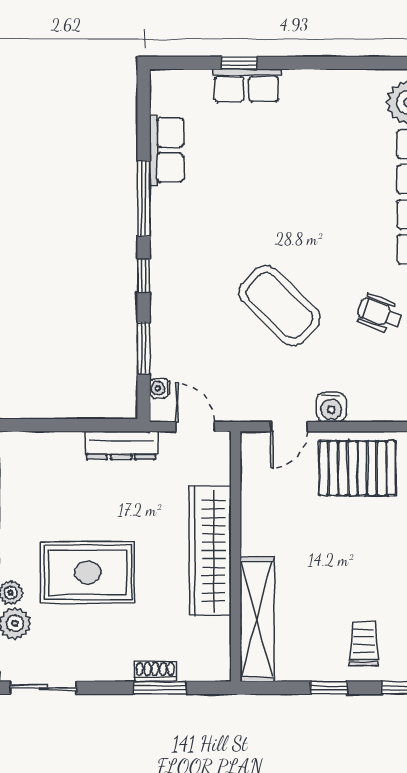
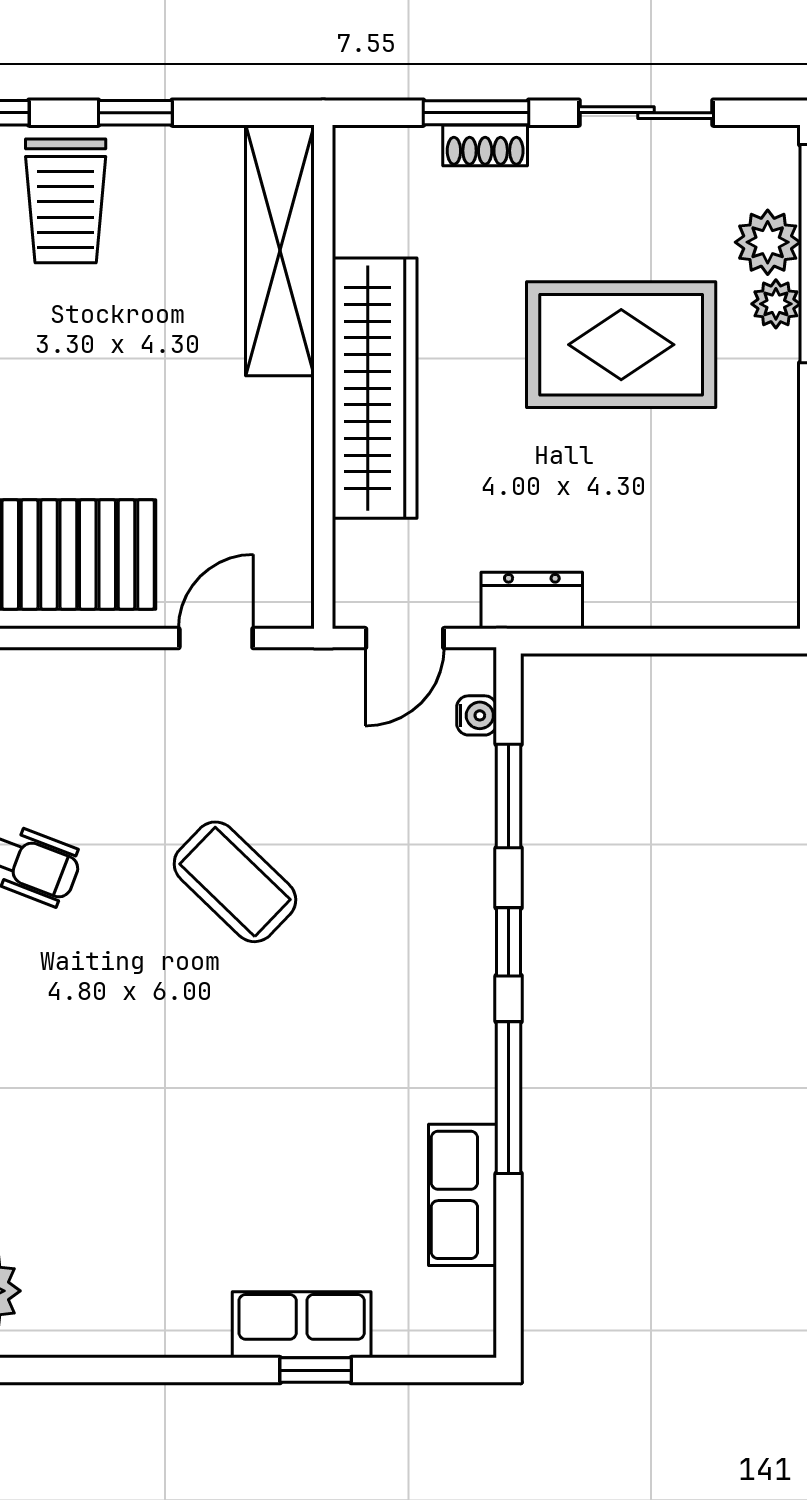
coffee table: (280, 305) -> (235, 882), width x0.73, depth x0.76
water cooler: (331, 407) -> (131, 677), removed
door: (195, 427) -> (405, 638), hinge flipped
dresser: (121, 445) -> (532, 600), width x0.70
trolley: (364, 644) -> (66, 201), width x1.36, depth x1.39
sliding door: (43, 688) -> (646, 113), moved

